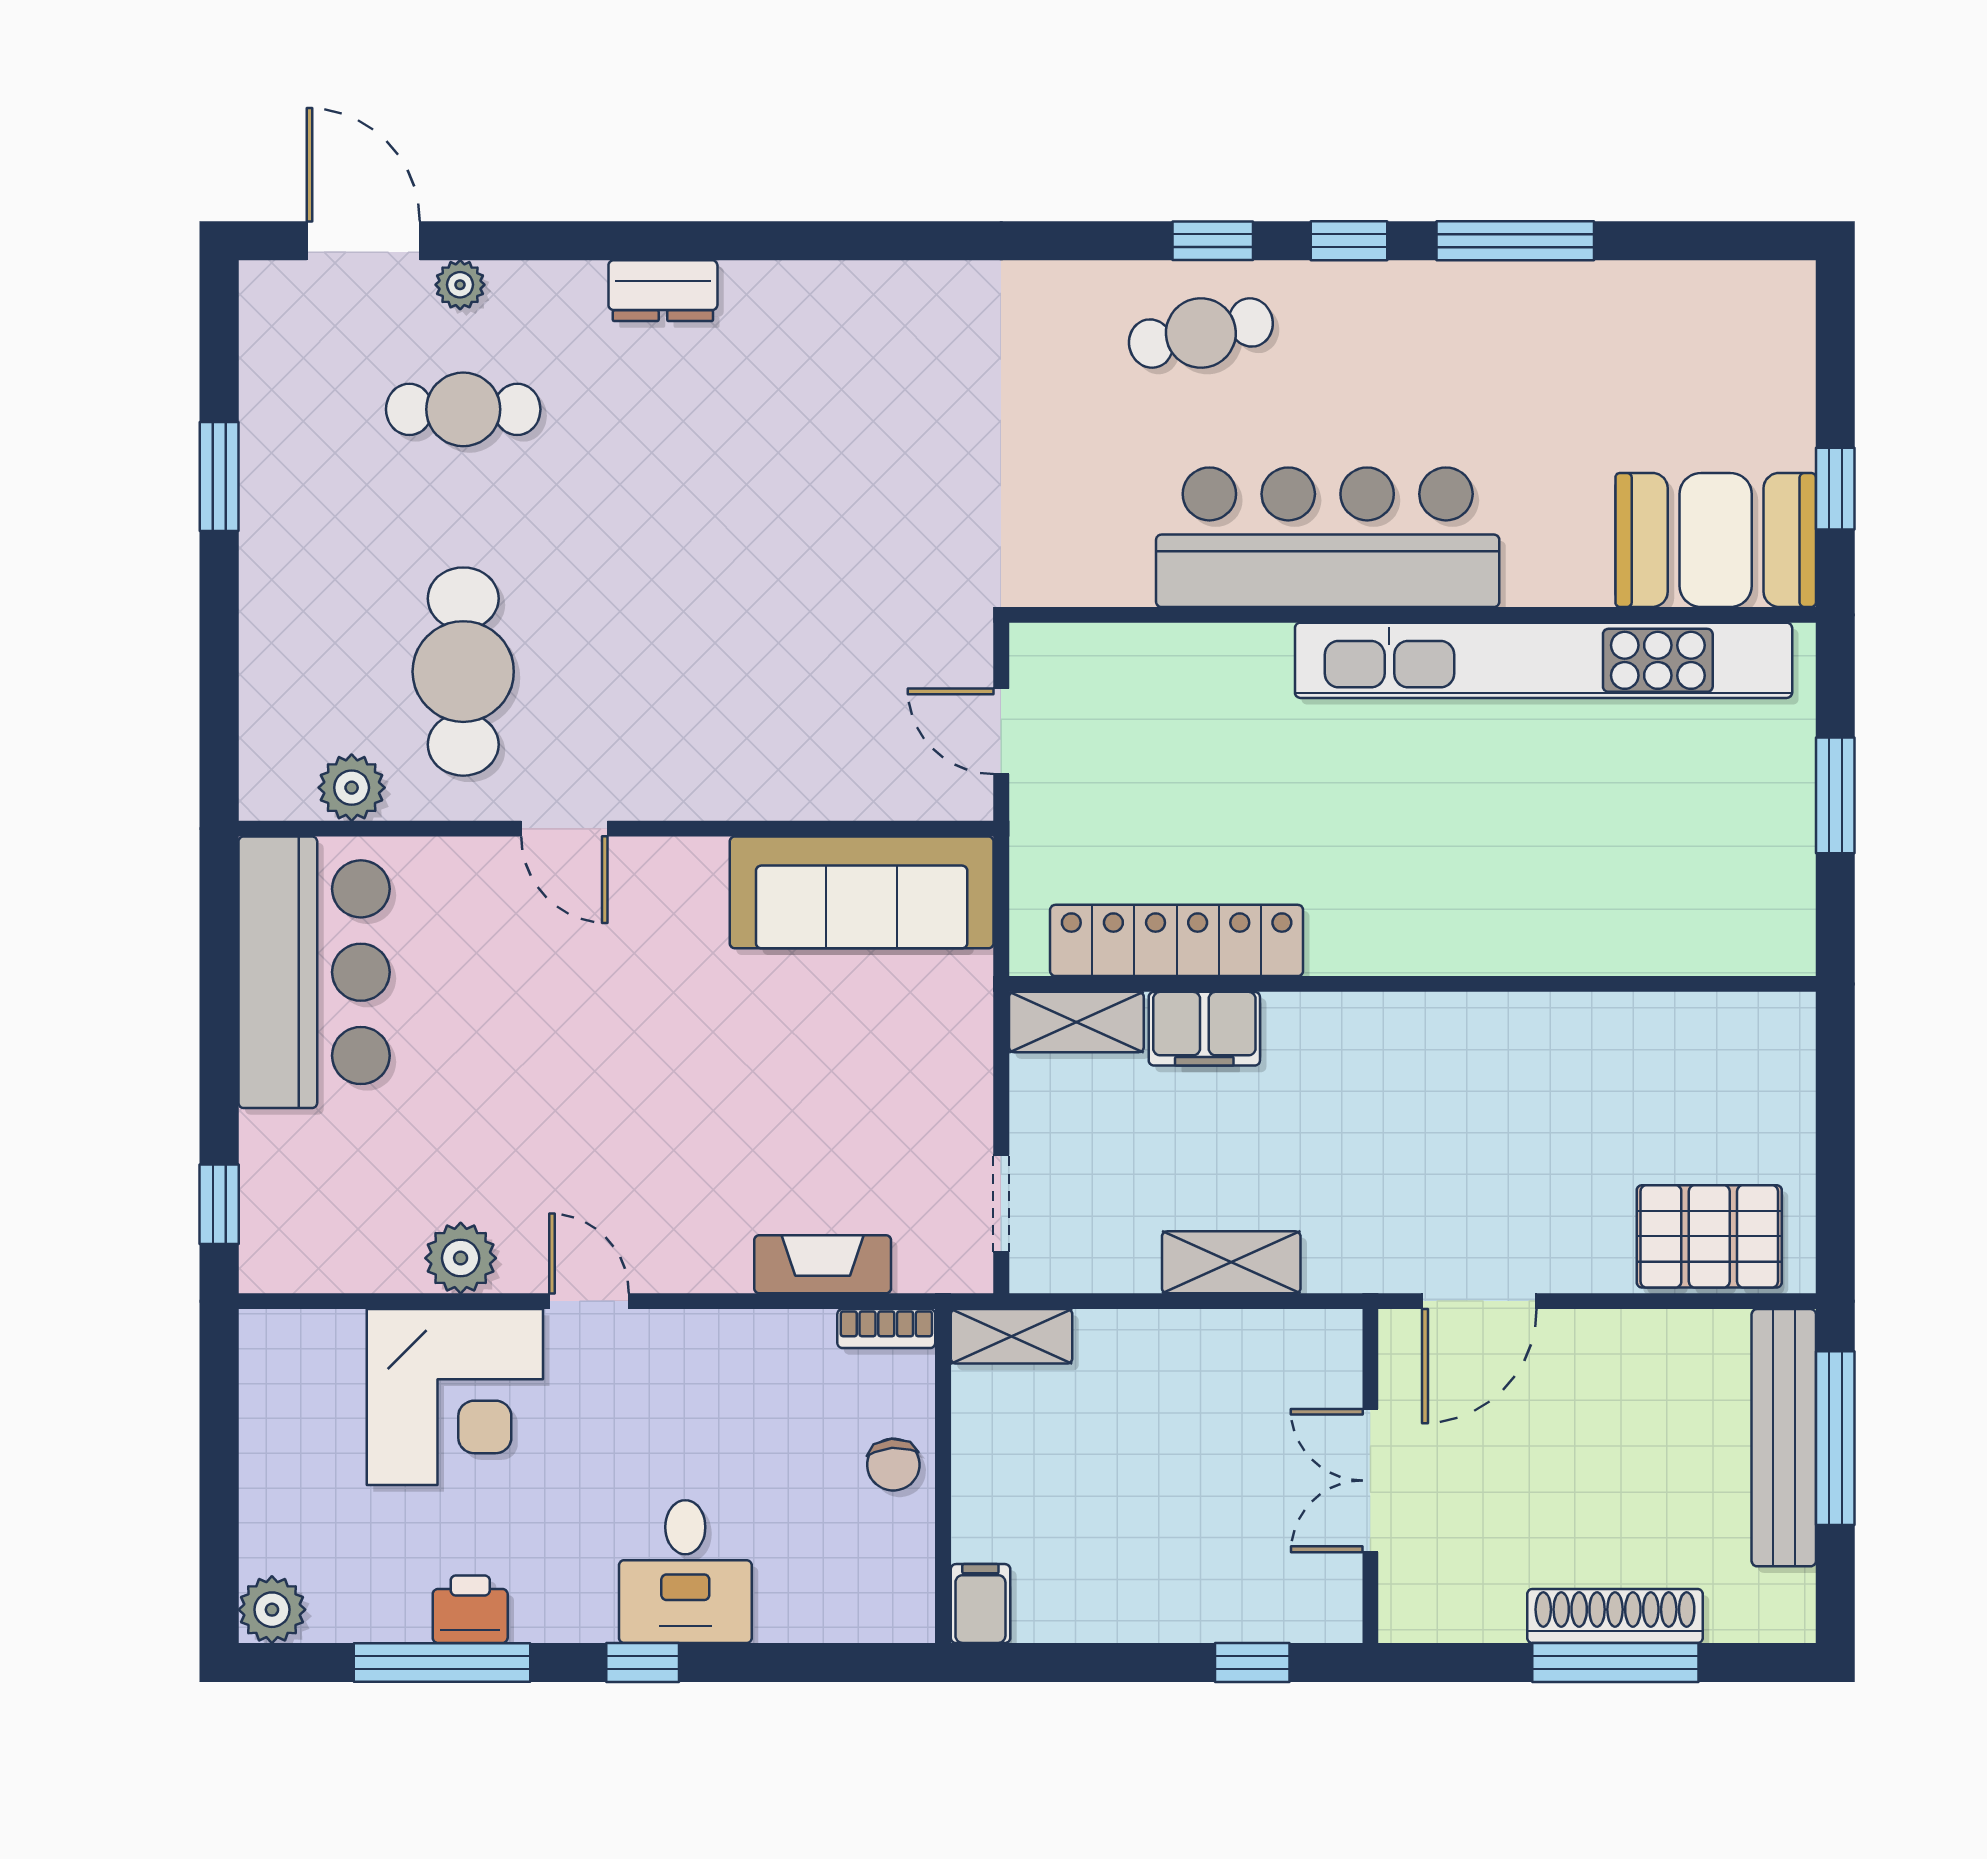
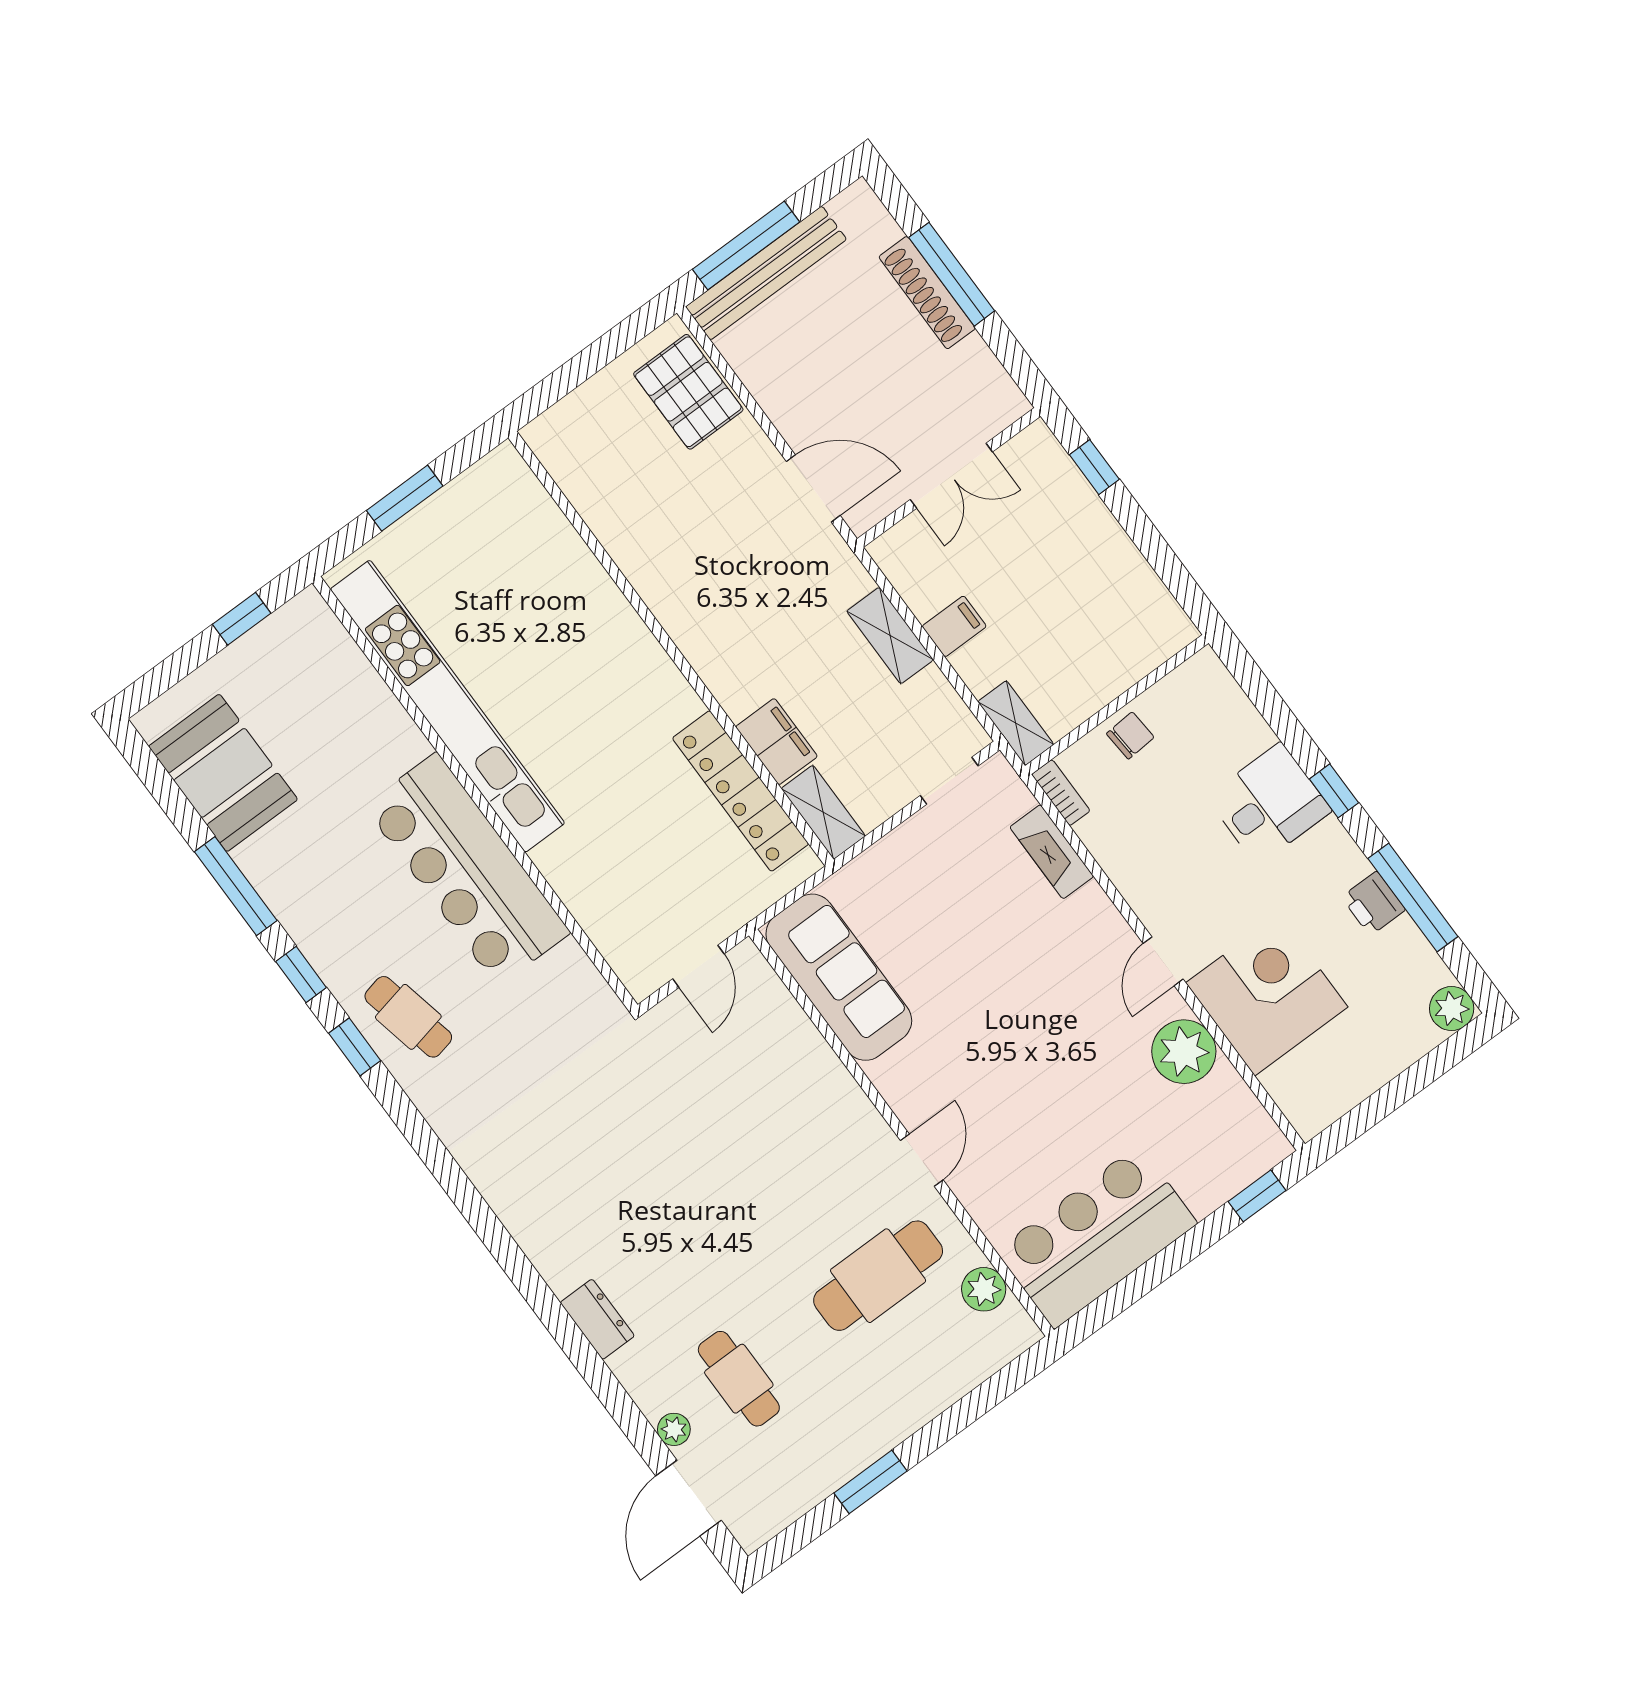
booth: (1716, 540) -> (223, 773), moved
plant: (461, 1258) -> (1184, 1052), width x1.36, depth x1.36
filing cabinet: (980, 1604) -> (954, 626), moved, turned 180

